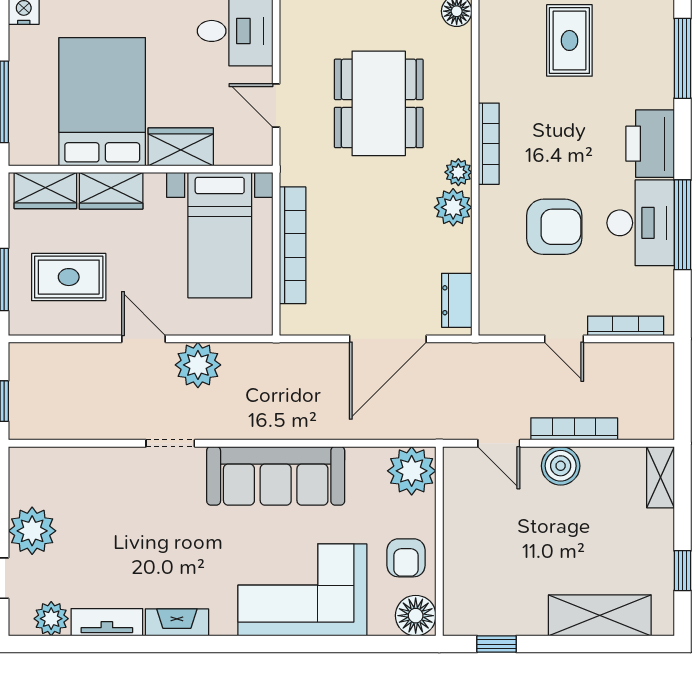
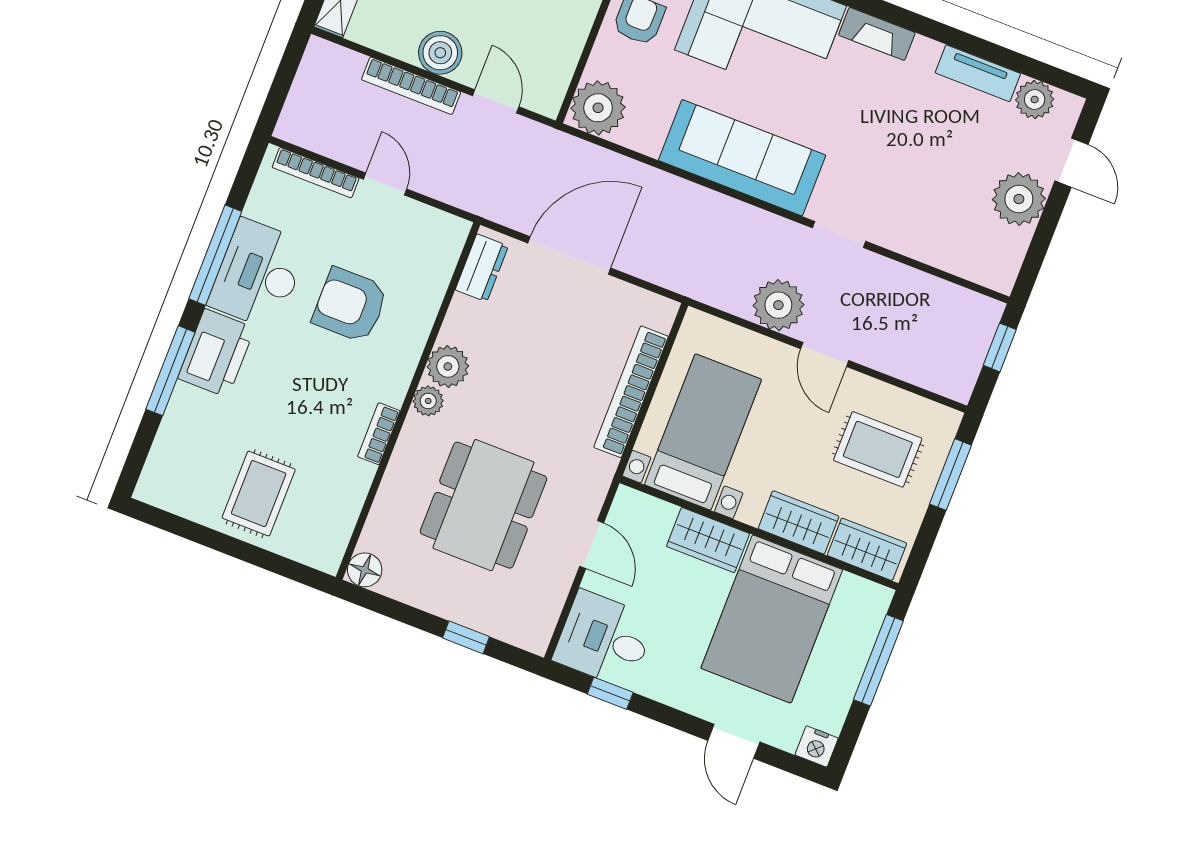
window: (682, 58) -> (170, 371), moved
bookcase: (489, 144) -> (379, 434), width x0.64
fireplace: (177, 622) -> (877, 34), moved

